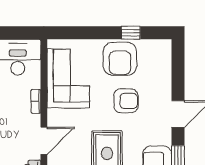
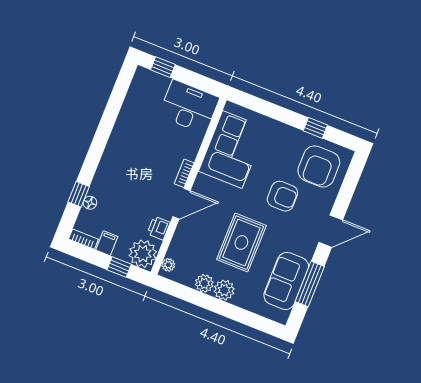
armchair: (120, 59) -> (319, 166), moved
bookcase: (36, 101) -> (184, 173), moved

